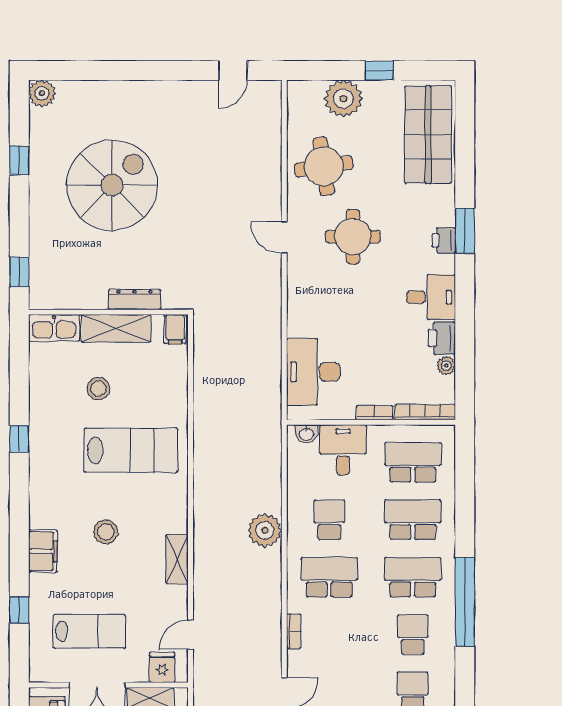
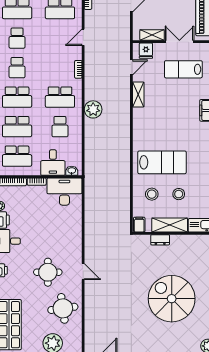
spiral stairs: (112, 185) -> (172, 299), turned 90
dresser: (134, 300) -> (160, 240), width x0.70
desk: (313, 372) -> (64, 192), moved, turned -90
lab bench: (131, 450) -> (162, 162), turned 180
plant: (265, 530) -> (93, 109), moved
stool: (106, 532) -> (152, 194), moved
shelving: (177, 559) -> (138, 95), moved

